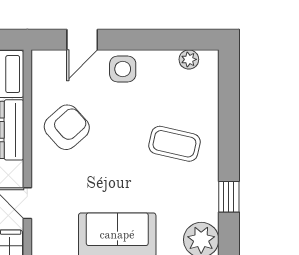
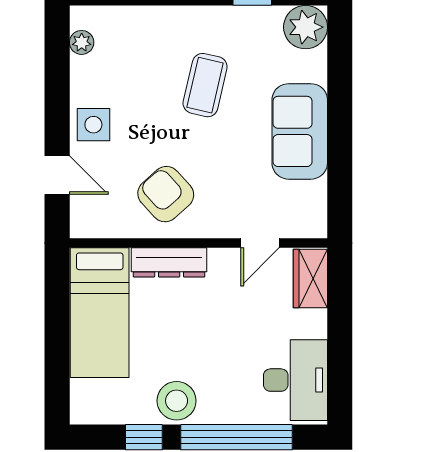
coffee table: (174, 144) -> (205, 85), moved

